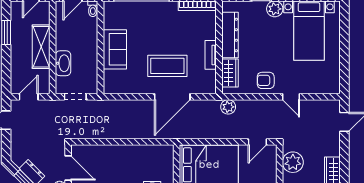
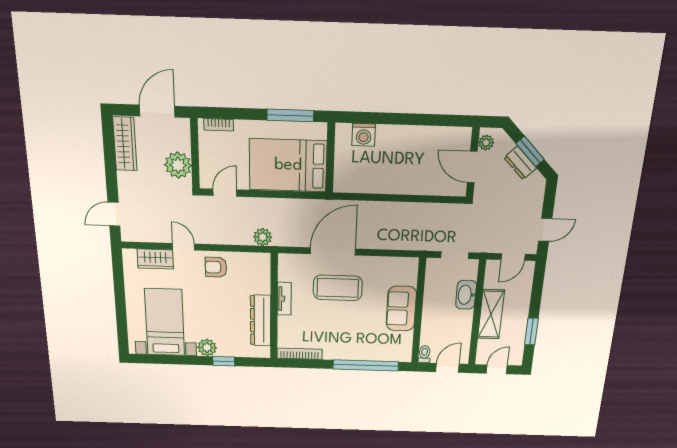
wardrobe: (230, 73) -> (155, 259), moved, turned -90
armchair: (266, 80) -> (216, 267), turned 180

